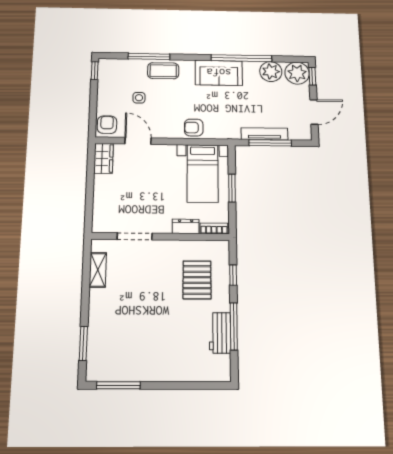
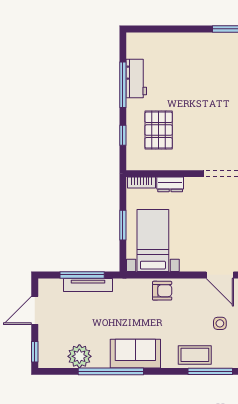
plant: (297, 73) -> (51, 355), removed

